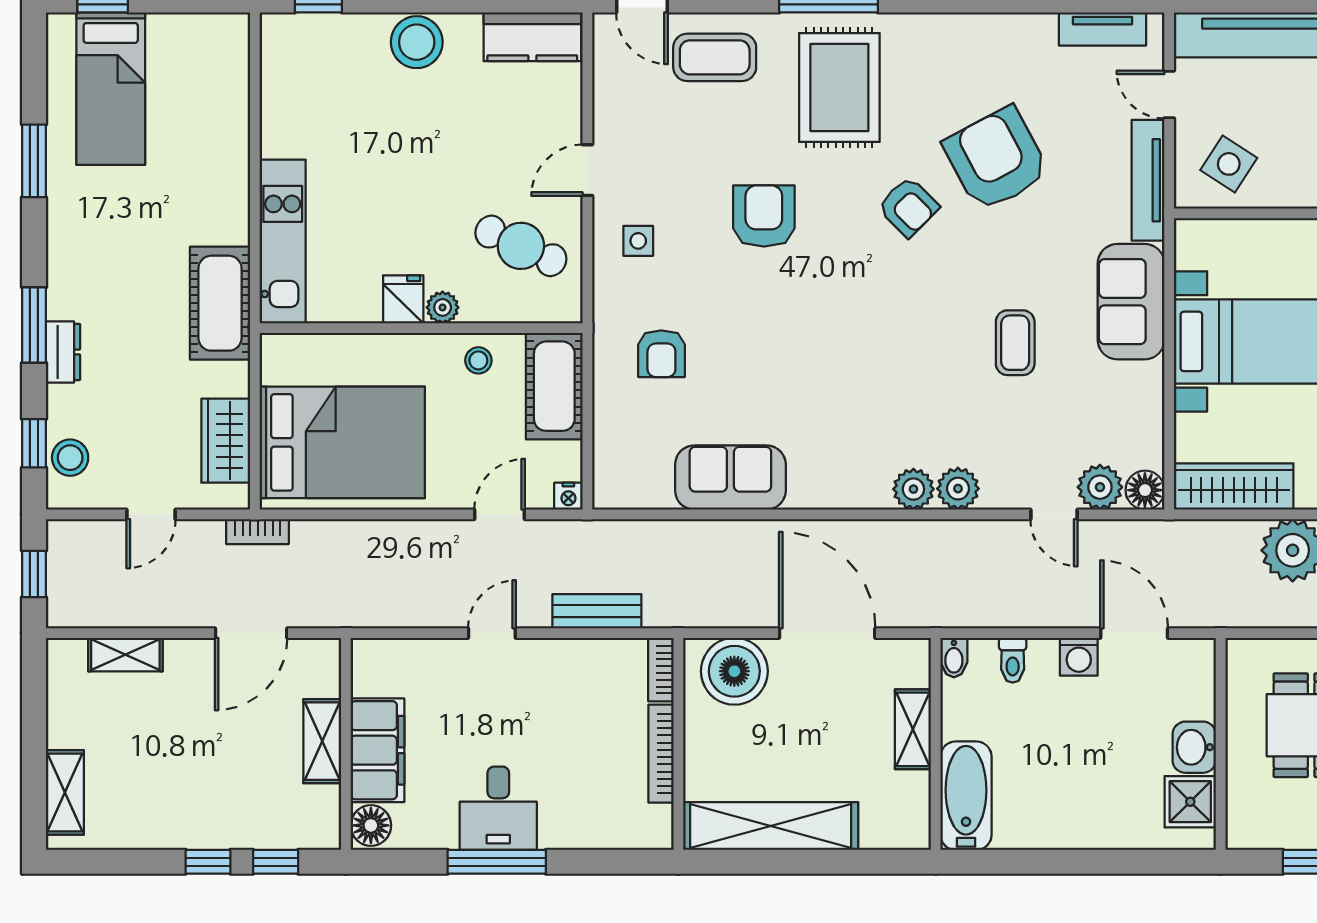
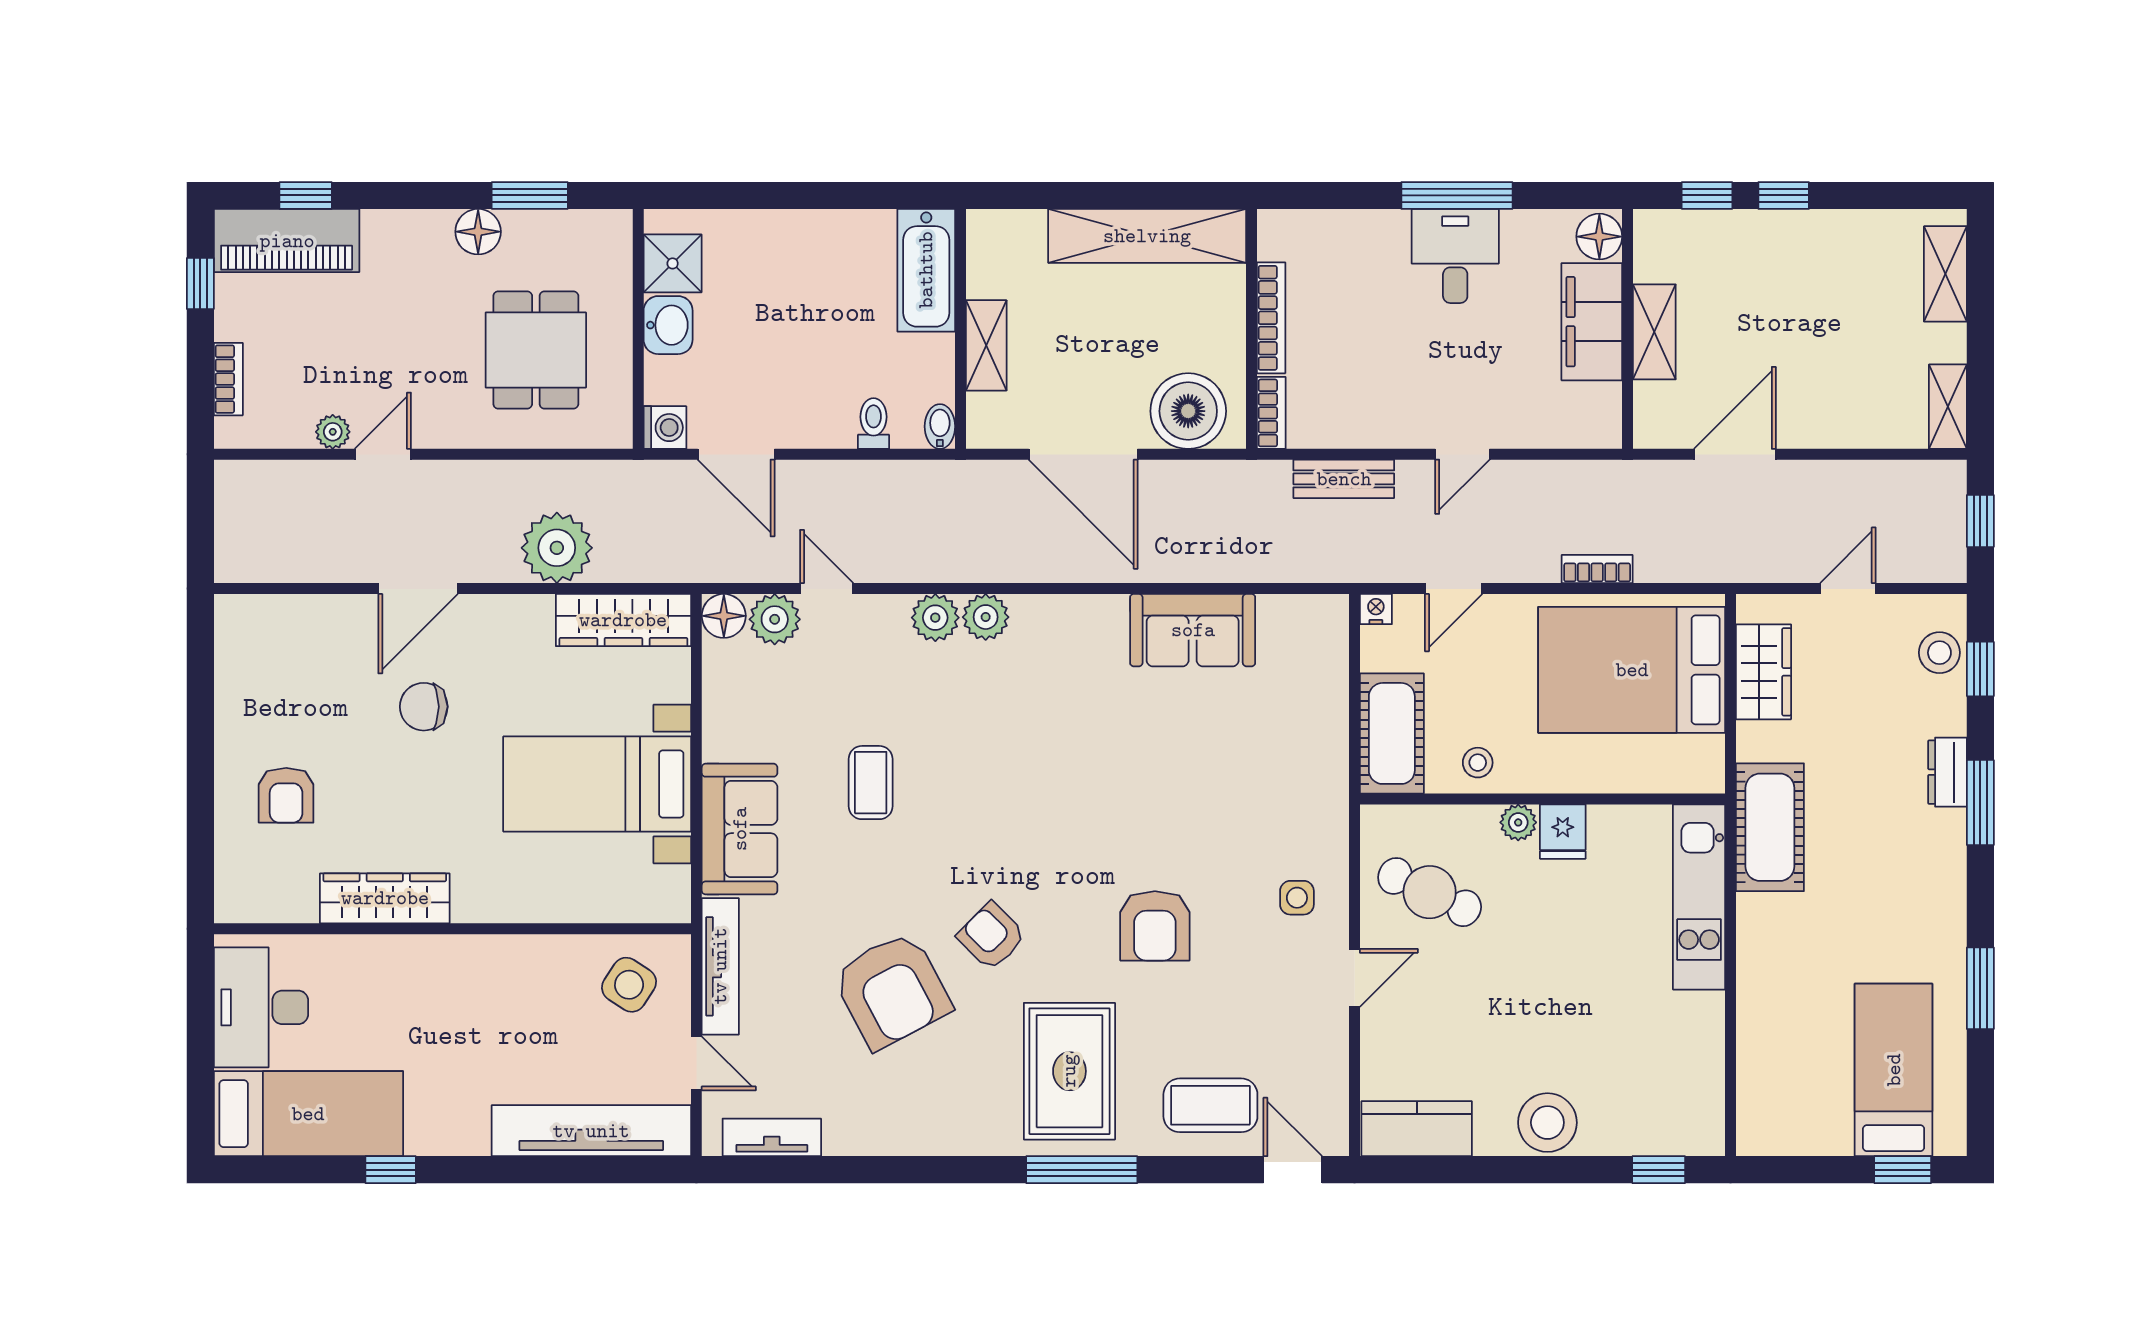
armchair: (661, 354) -> (1271, 770), removed
bookcase: (258, 532) -> (1597, 569), moved
shelving: (125, 655) -> (1948, 407), moved, turned 90
washing machine: (1079, 657) -> (665, 428), moved, turned 90

